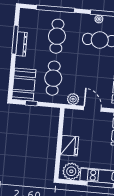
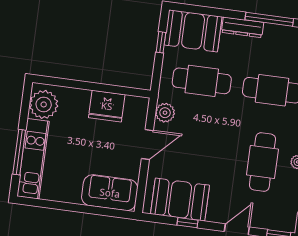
dresser: (21, 44) -> (242, 27), moved
fridge: (70, 146) -> (107, 106), moved

